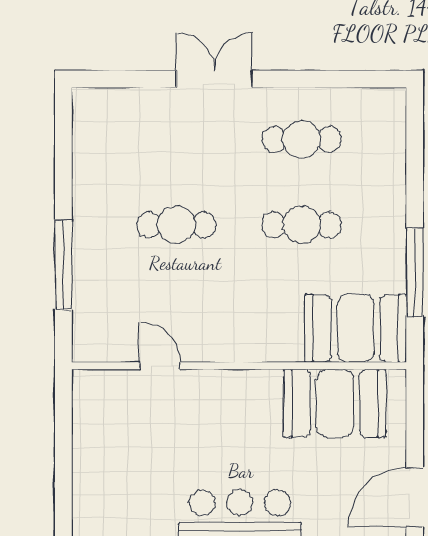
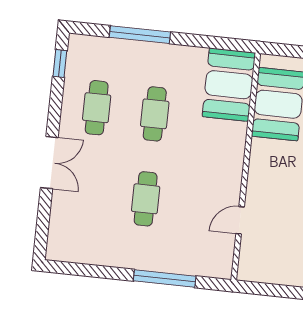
double door: (214, 79) -> (49, 163), swing flipped
window: (360, 79) -> (60, 63), added
window: (415, 272) -> (140, 35), moved

